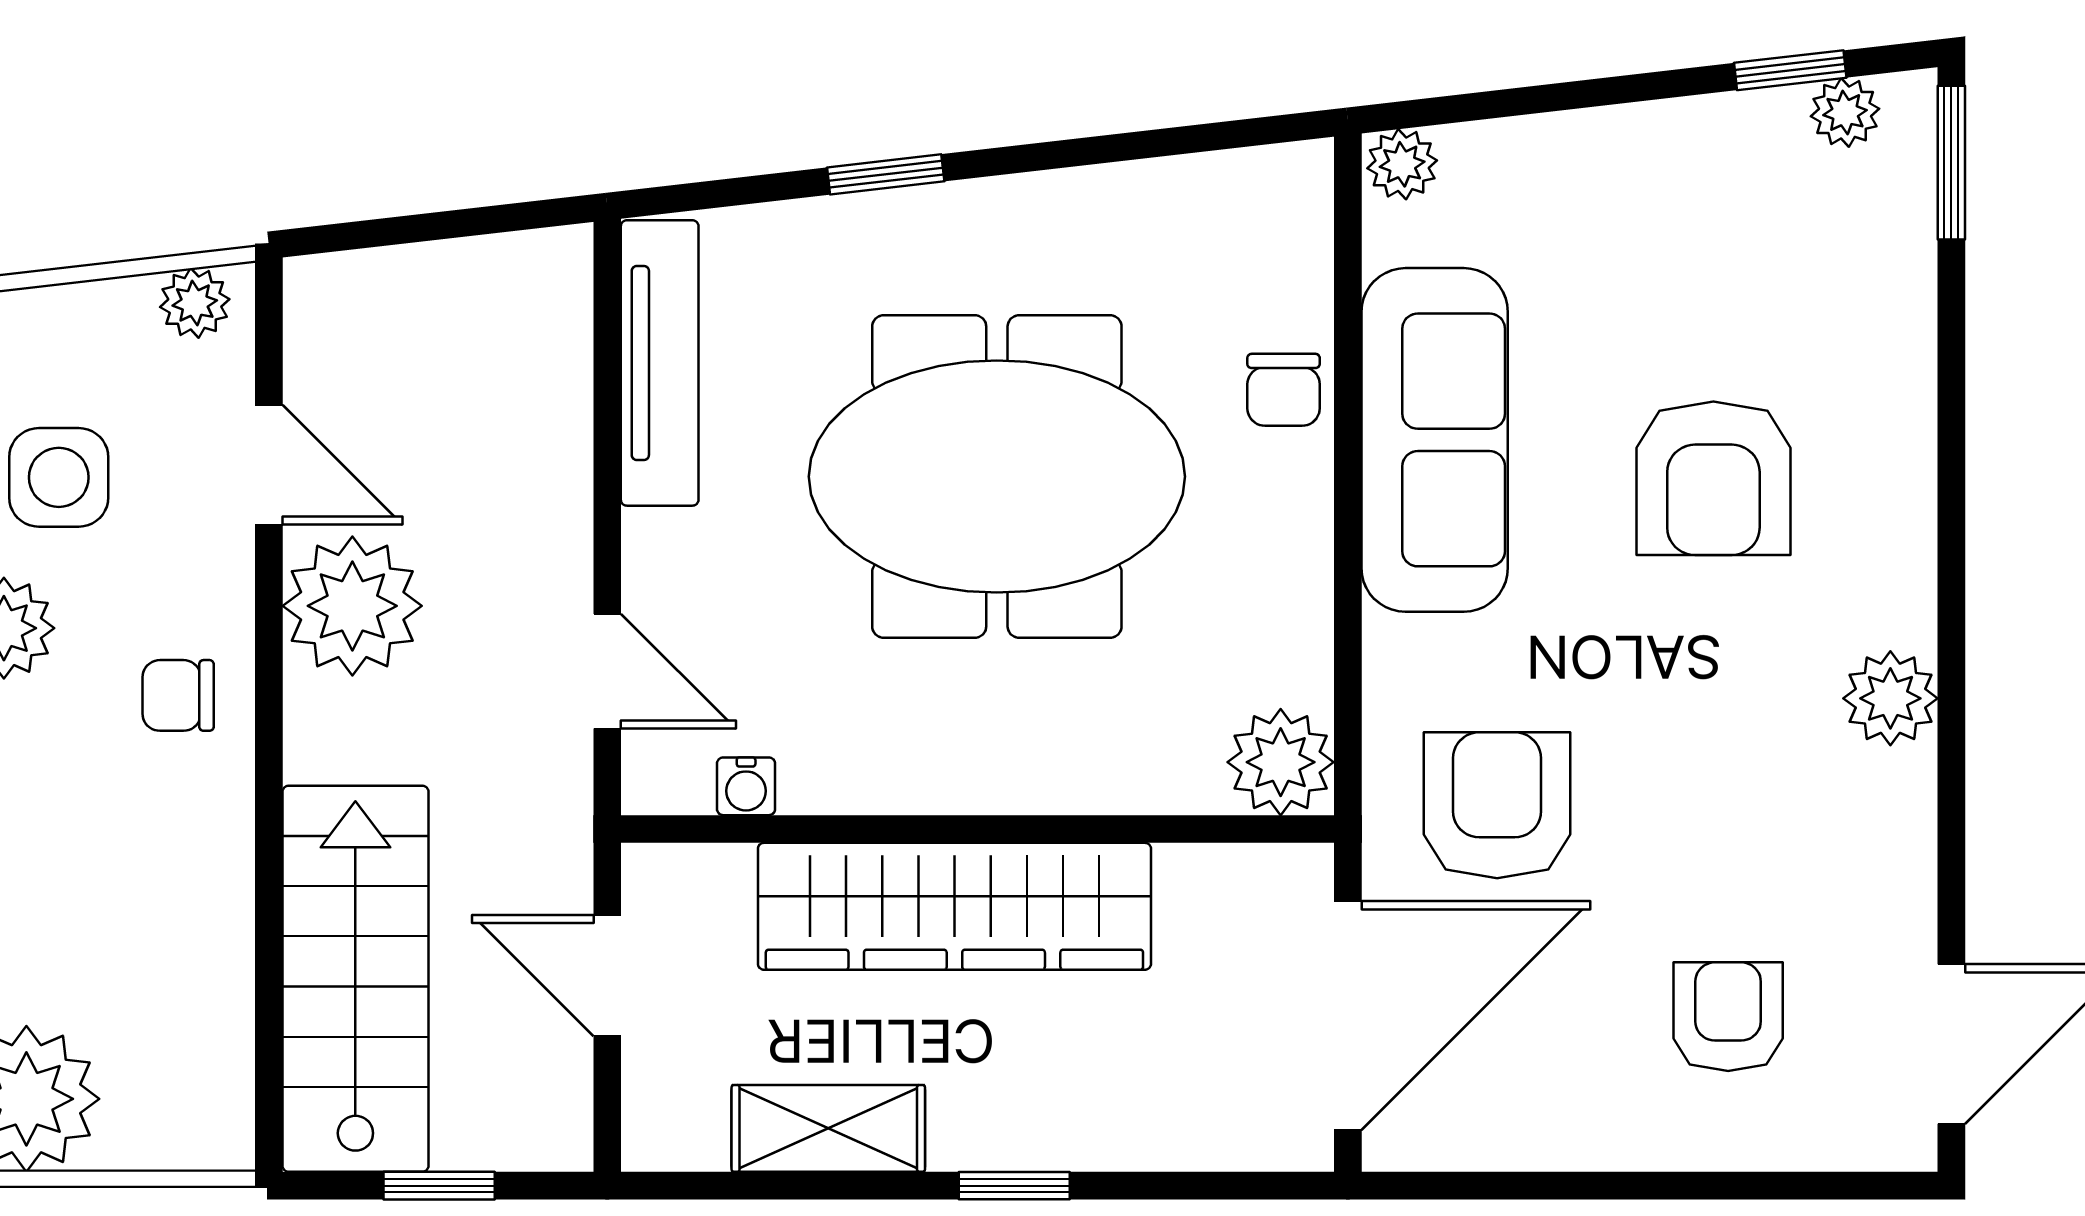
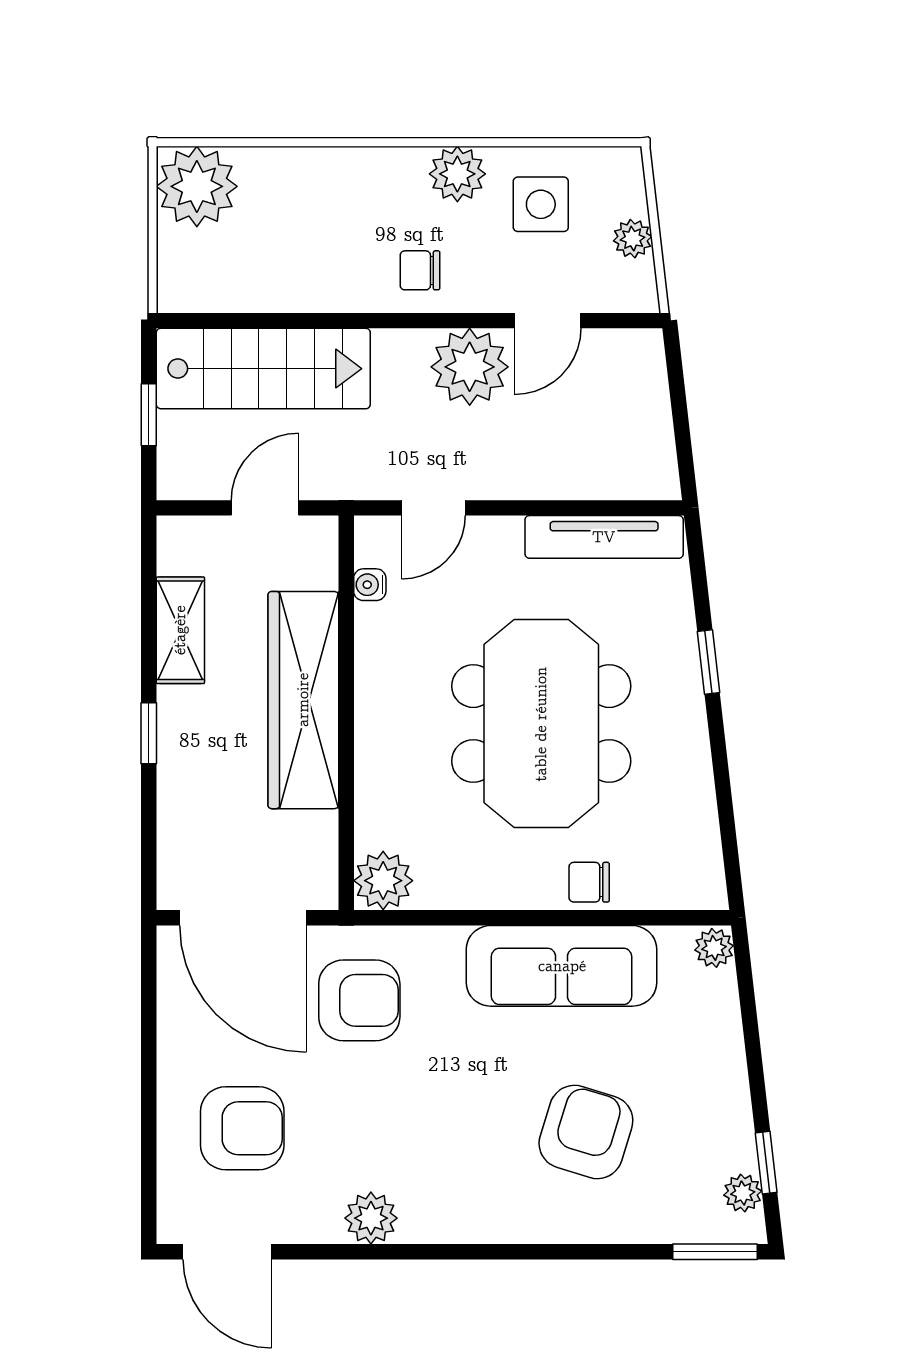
plant: (195, 303) -> (633, 239), moved
armchair: (1713, 478) -> (586, 1132), moved, turned 107
chair: (178, 695) -> (420, 270), turned -90
plant: (1890, 698) -> (371, 1218), moved
armchair: (1728, 1017) -> (242, 1128), width x1.38, depth x1.38

